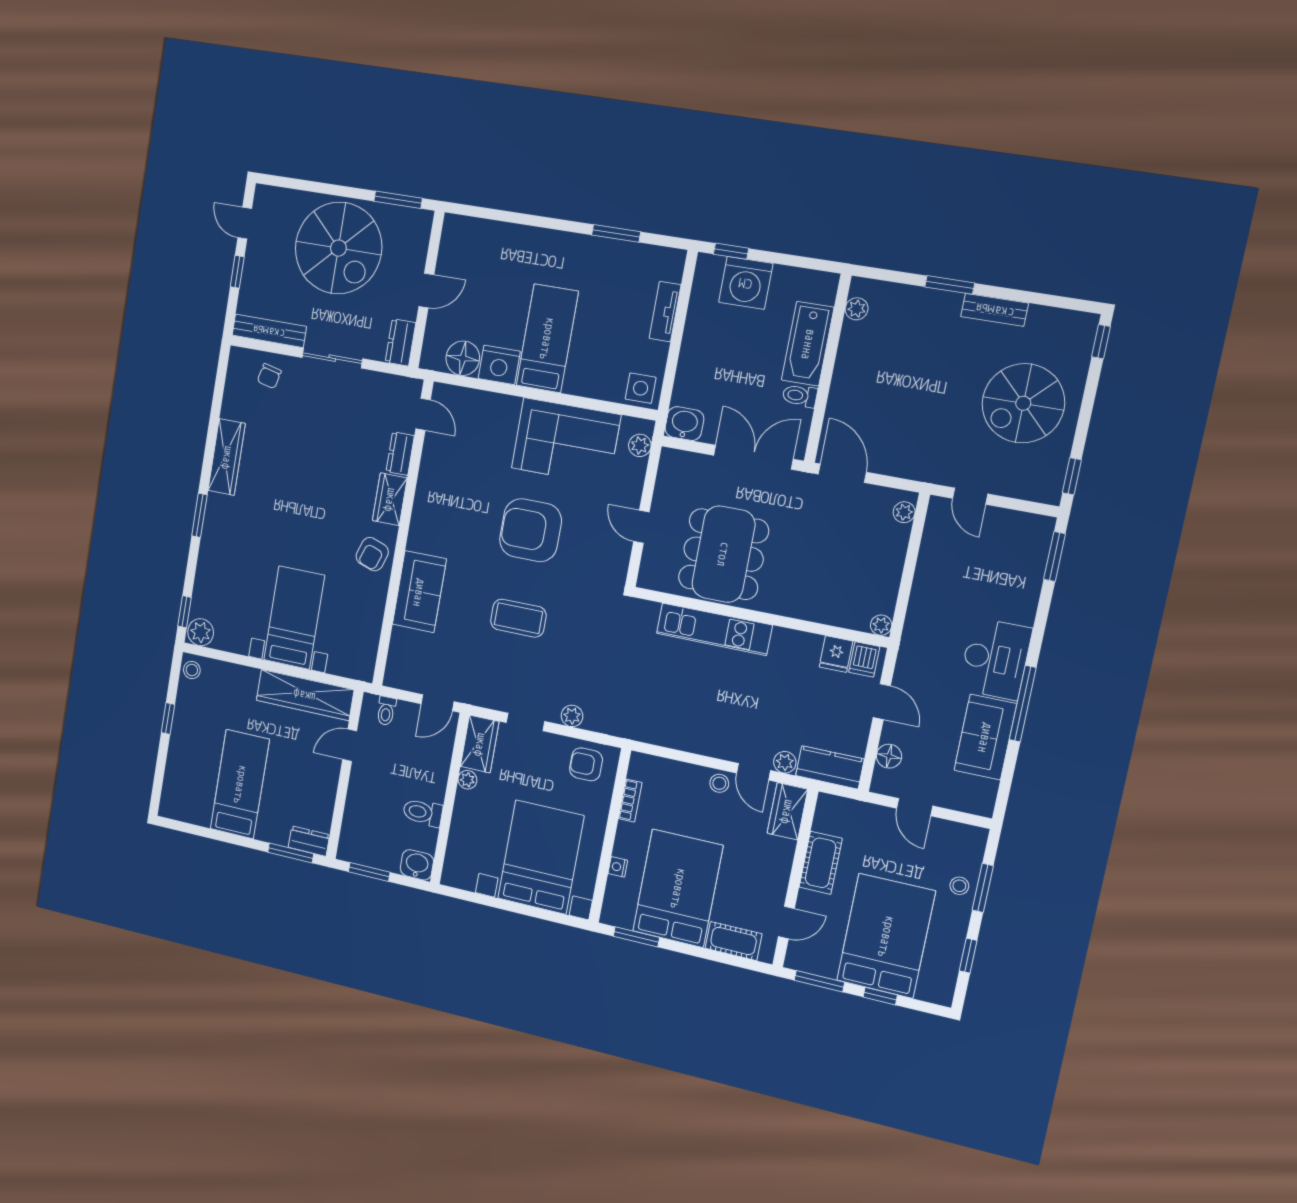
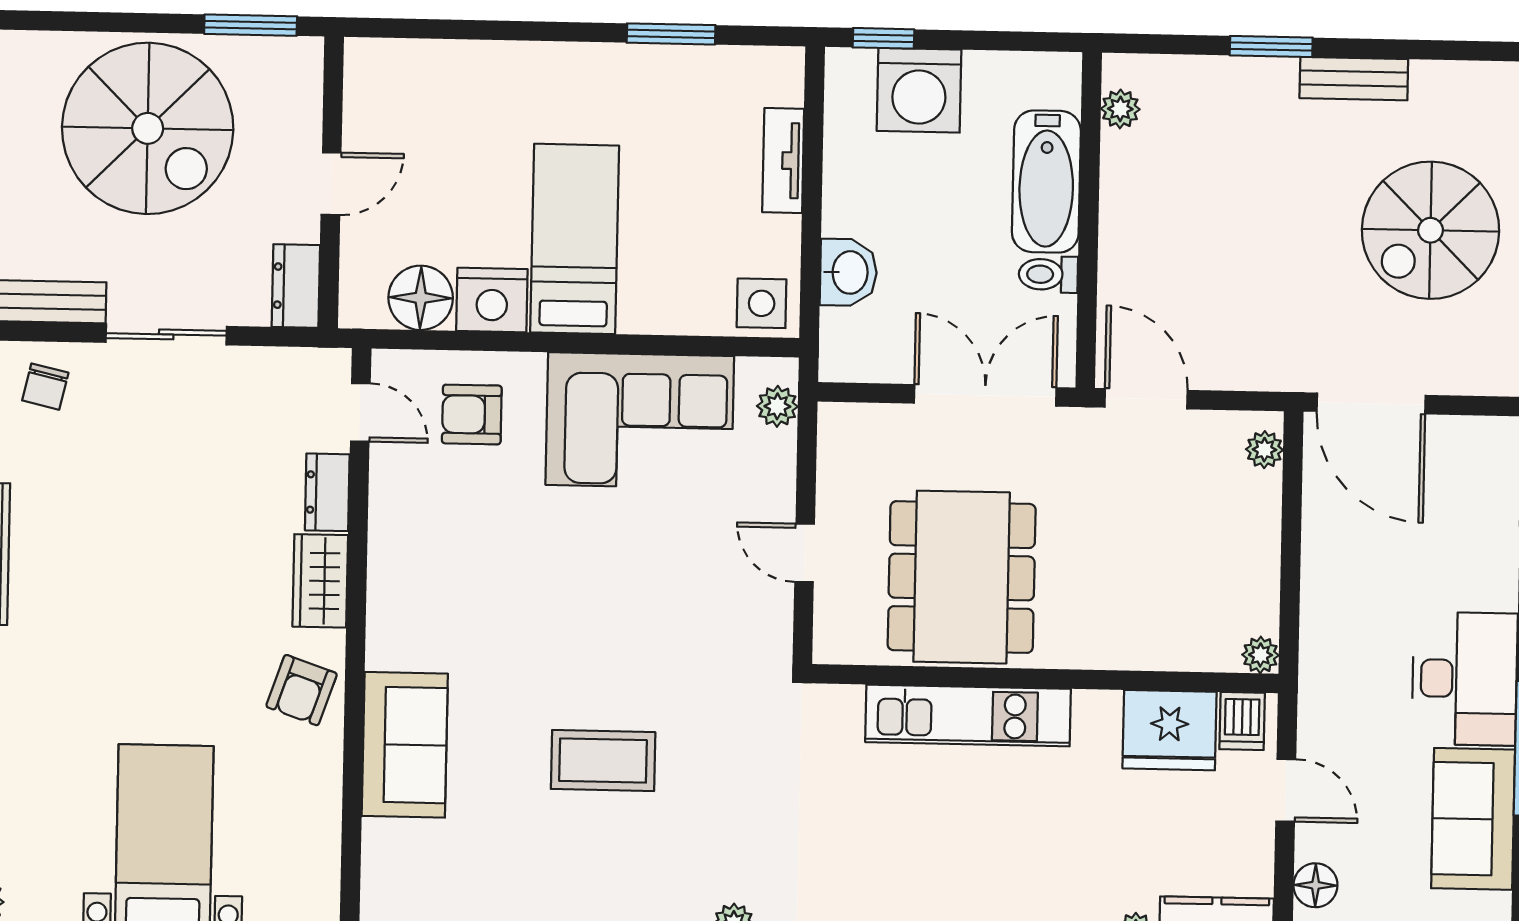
washbasin: (684, 424) -> (848, 272), moved, turned 90
door: (970, 496) -> (1371, 403), width x1.87
armchair: (531, 530) -> (472, 414), moved, width x0.53, depth x0.53
fridge: (836, 654) -> (1170, 730), width x1.88, depth x1.34

